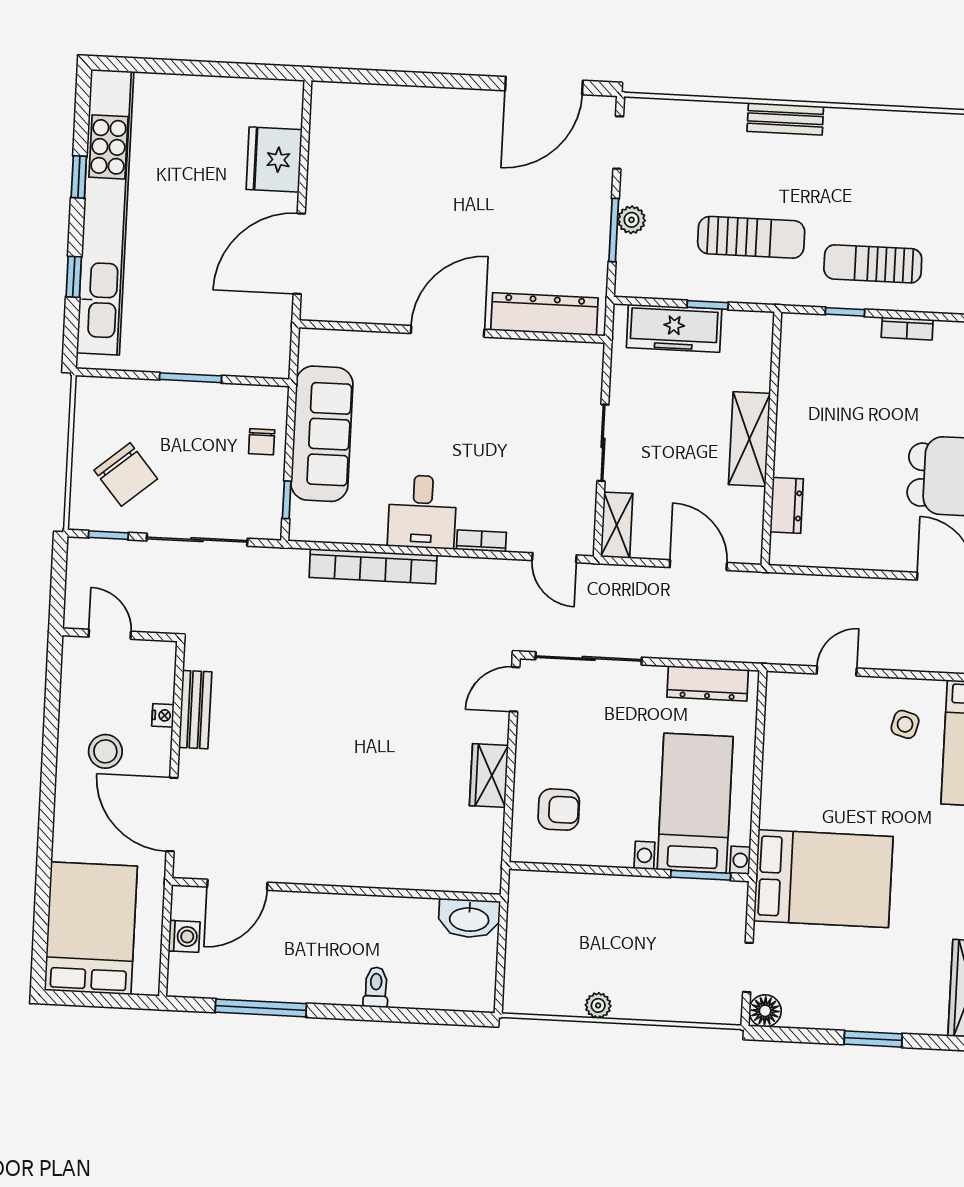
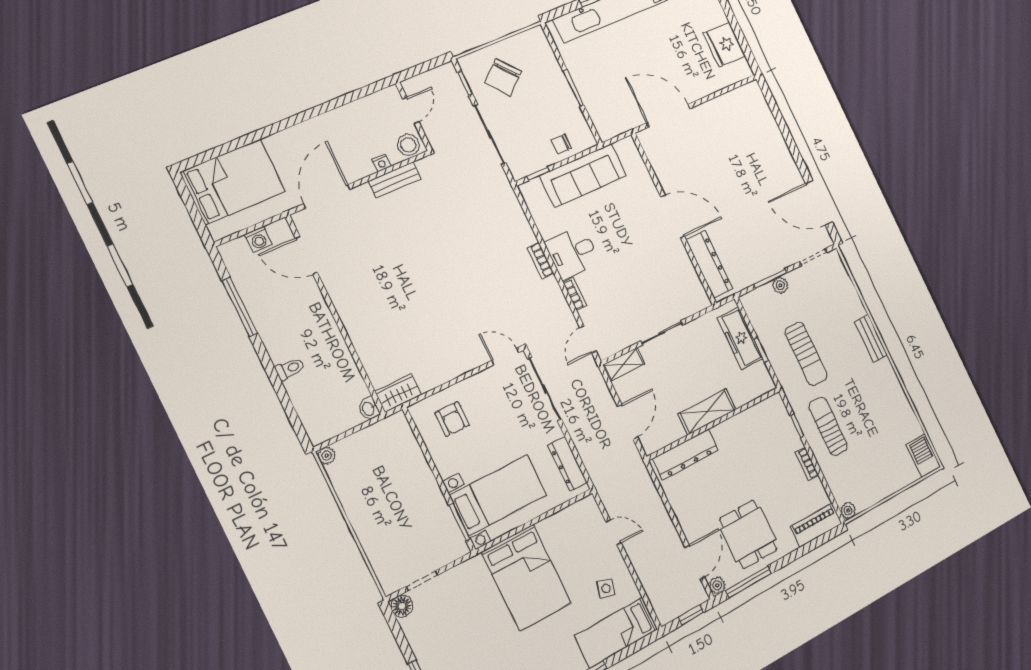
fridge: (274, 159) -> (724, 45), moved, turned -90
dresser: (787, 505) -> (686, 454), width x1.96, depth x1.24
bookcase: (373, 566) -> (540, 260), width x0.43, depth x0.76
stool: (105, 751) -> (408, 145), moved
wardrobe: (489, 775) -> (398, 393), moved
bed: (823, 879) -> (527, 578), moved
washbasin: (469, 918) -> (369, 409), width x0.52, depth x0.69
plant: (598, 1005) -> (327, 456), moved

